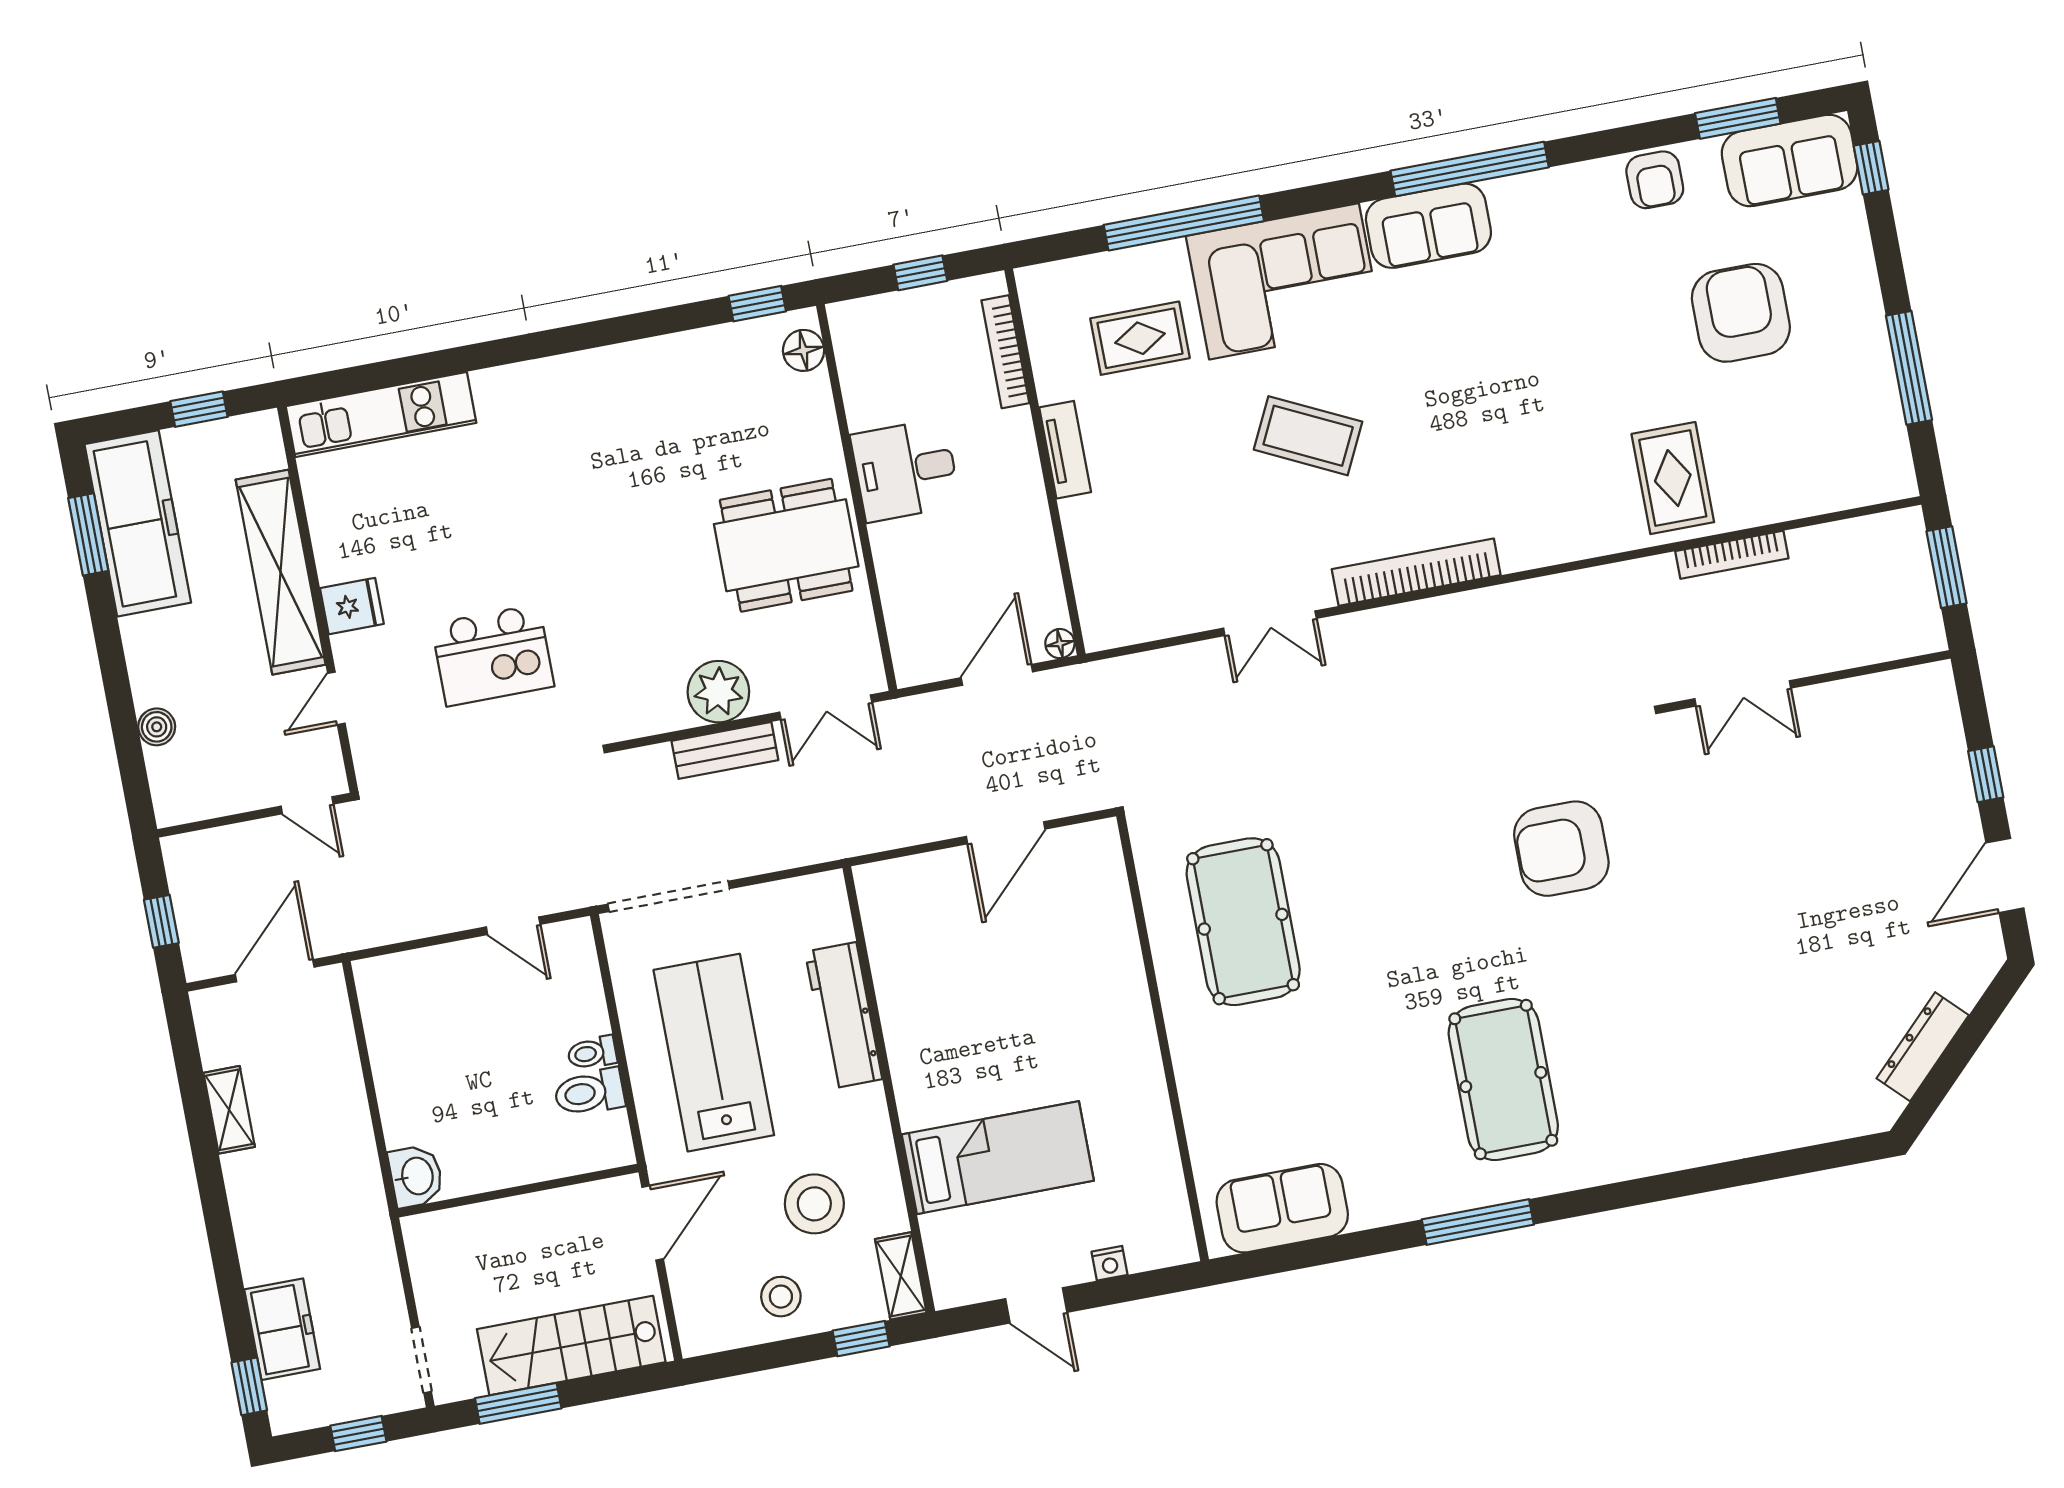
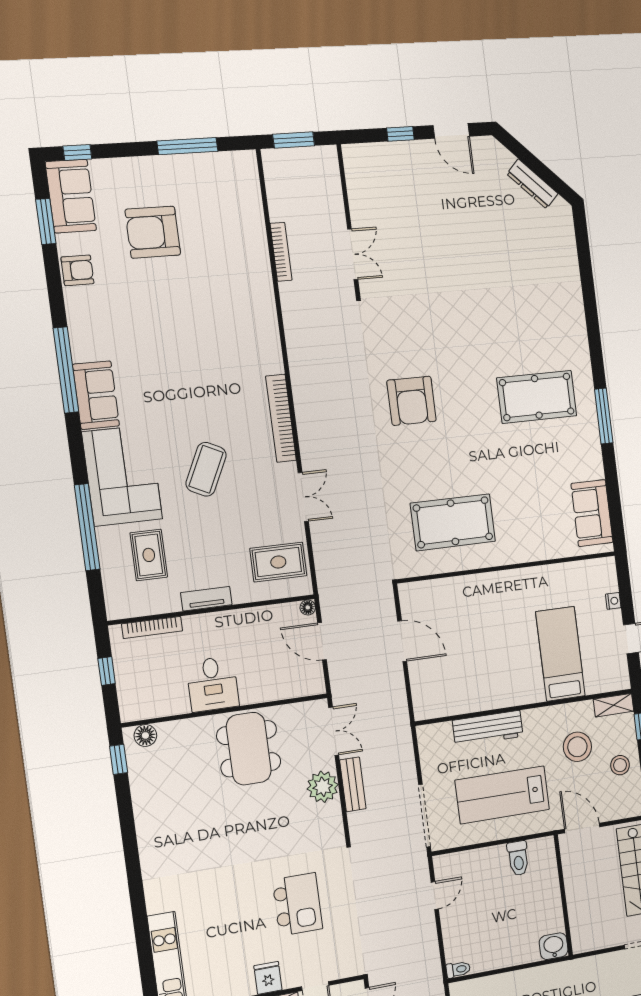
rug: (1673, 478) -> (278, 562), moved
armchair: (1561, 849) -> (412, 401), moved
toilet: (592, 1053) -> (458, 969), moved, turned -90

